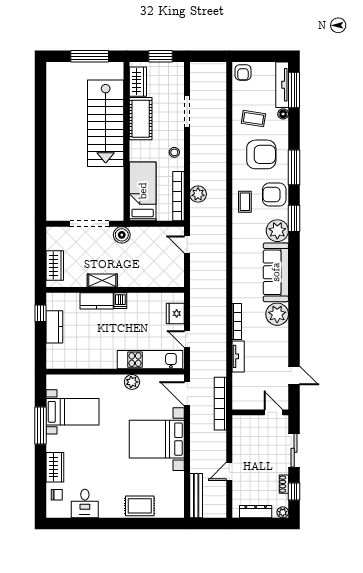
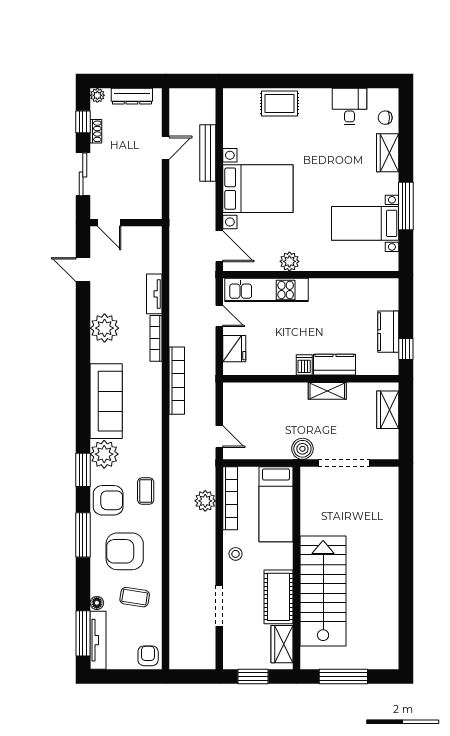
plant: (277, 314) -> (105, 328), moved
bookcase: (220, 404) -> (177, 381), moved
bench: (196, 496) -> (208, 153), moved

